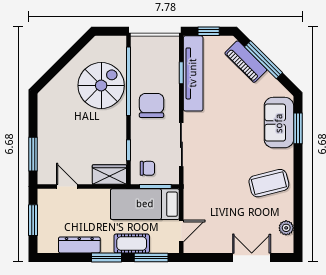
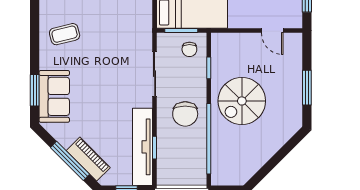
spiral stairs: (101, 85) -> (242, 101), moved
window: (33, 154) -> (307, 88), moved
chair: (147, 168) -> (189, 49), turned -90
wardrobe: (109, 175) -> (228, 43), removed
coffee table: (269, 183) -> (65, 34), width x0.73, depth x0.77

